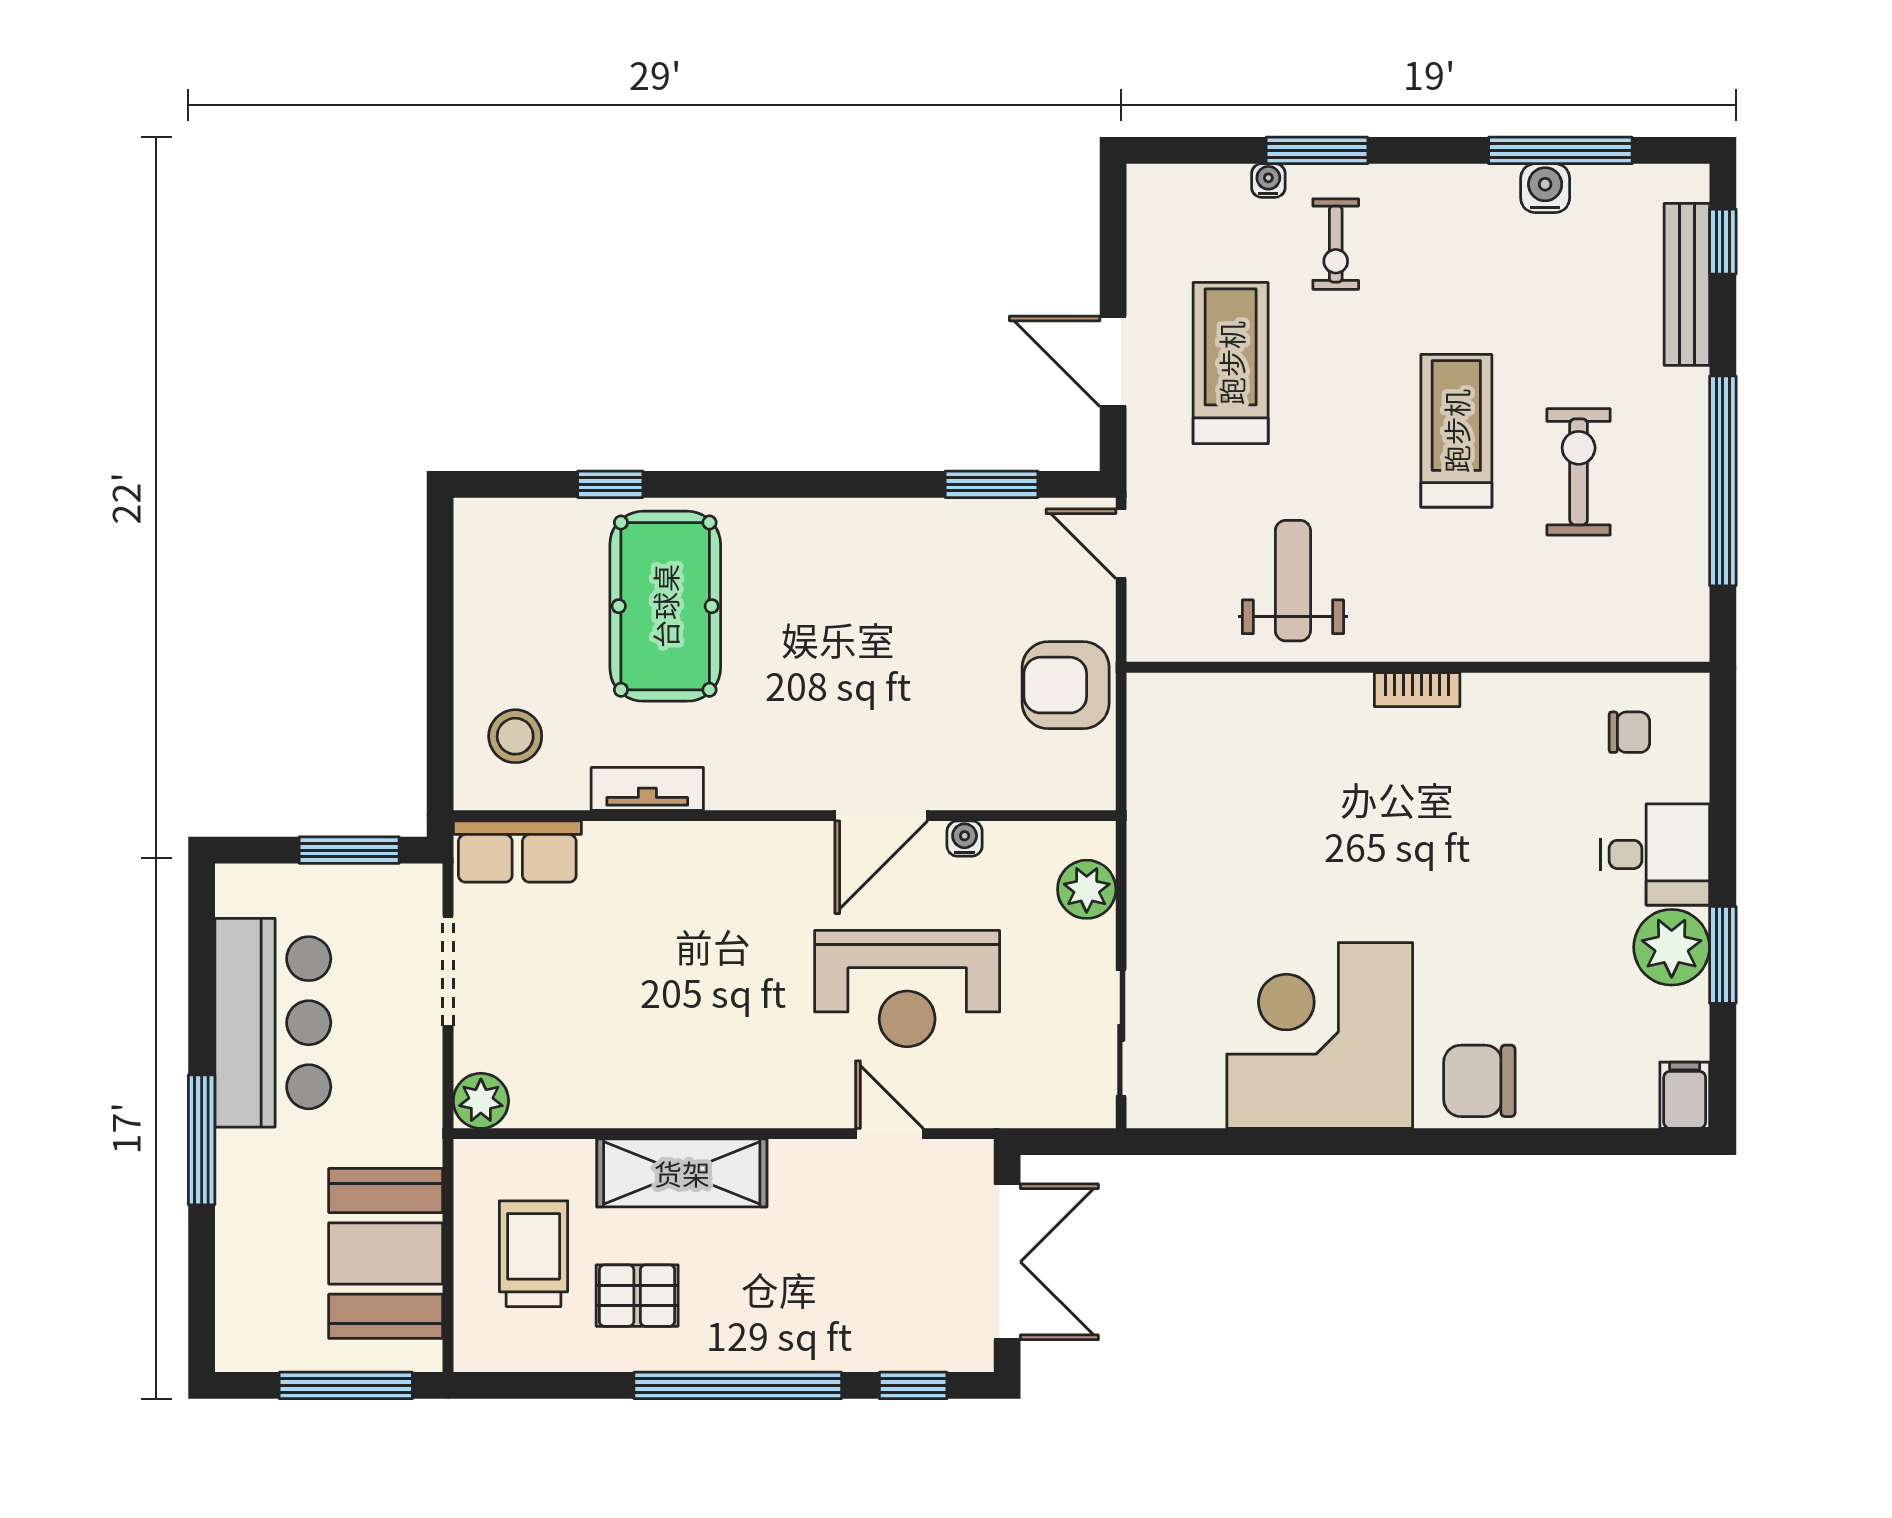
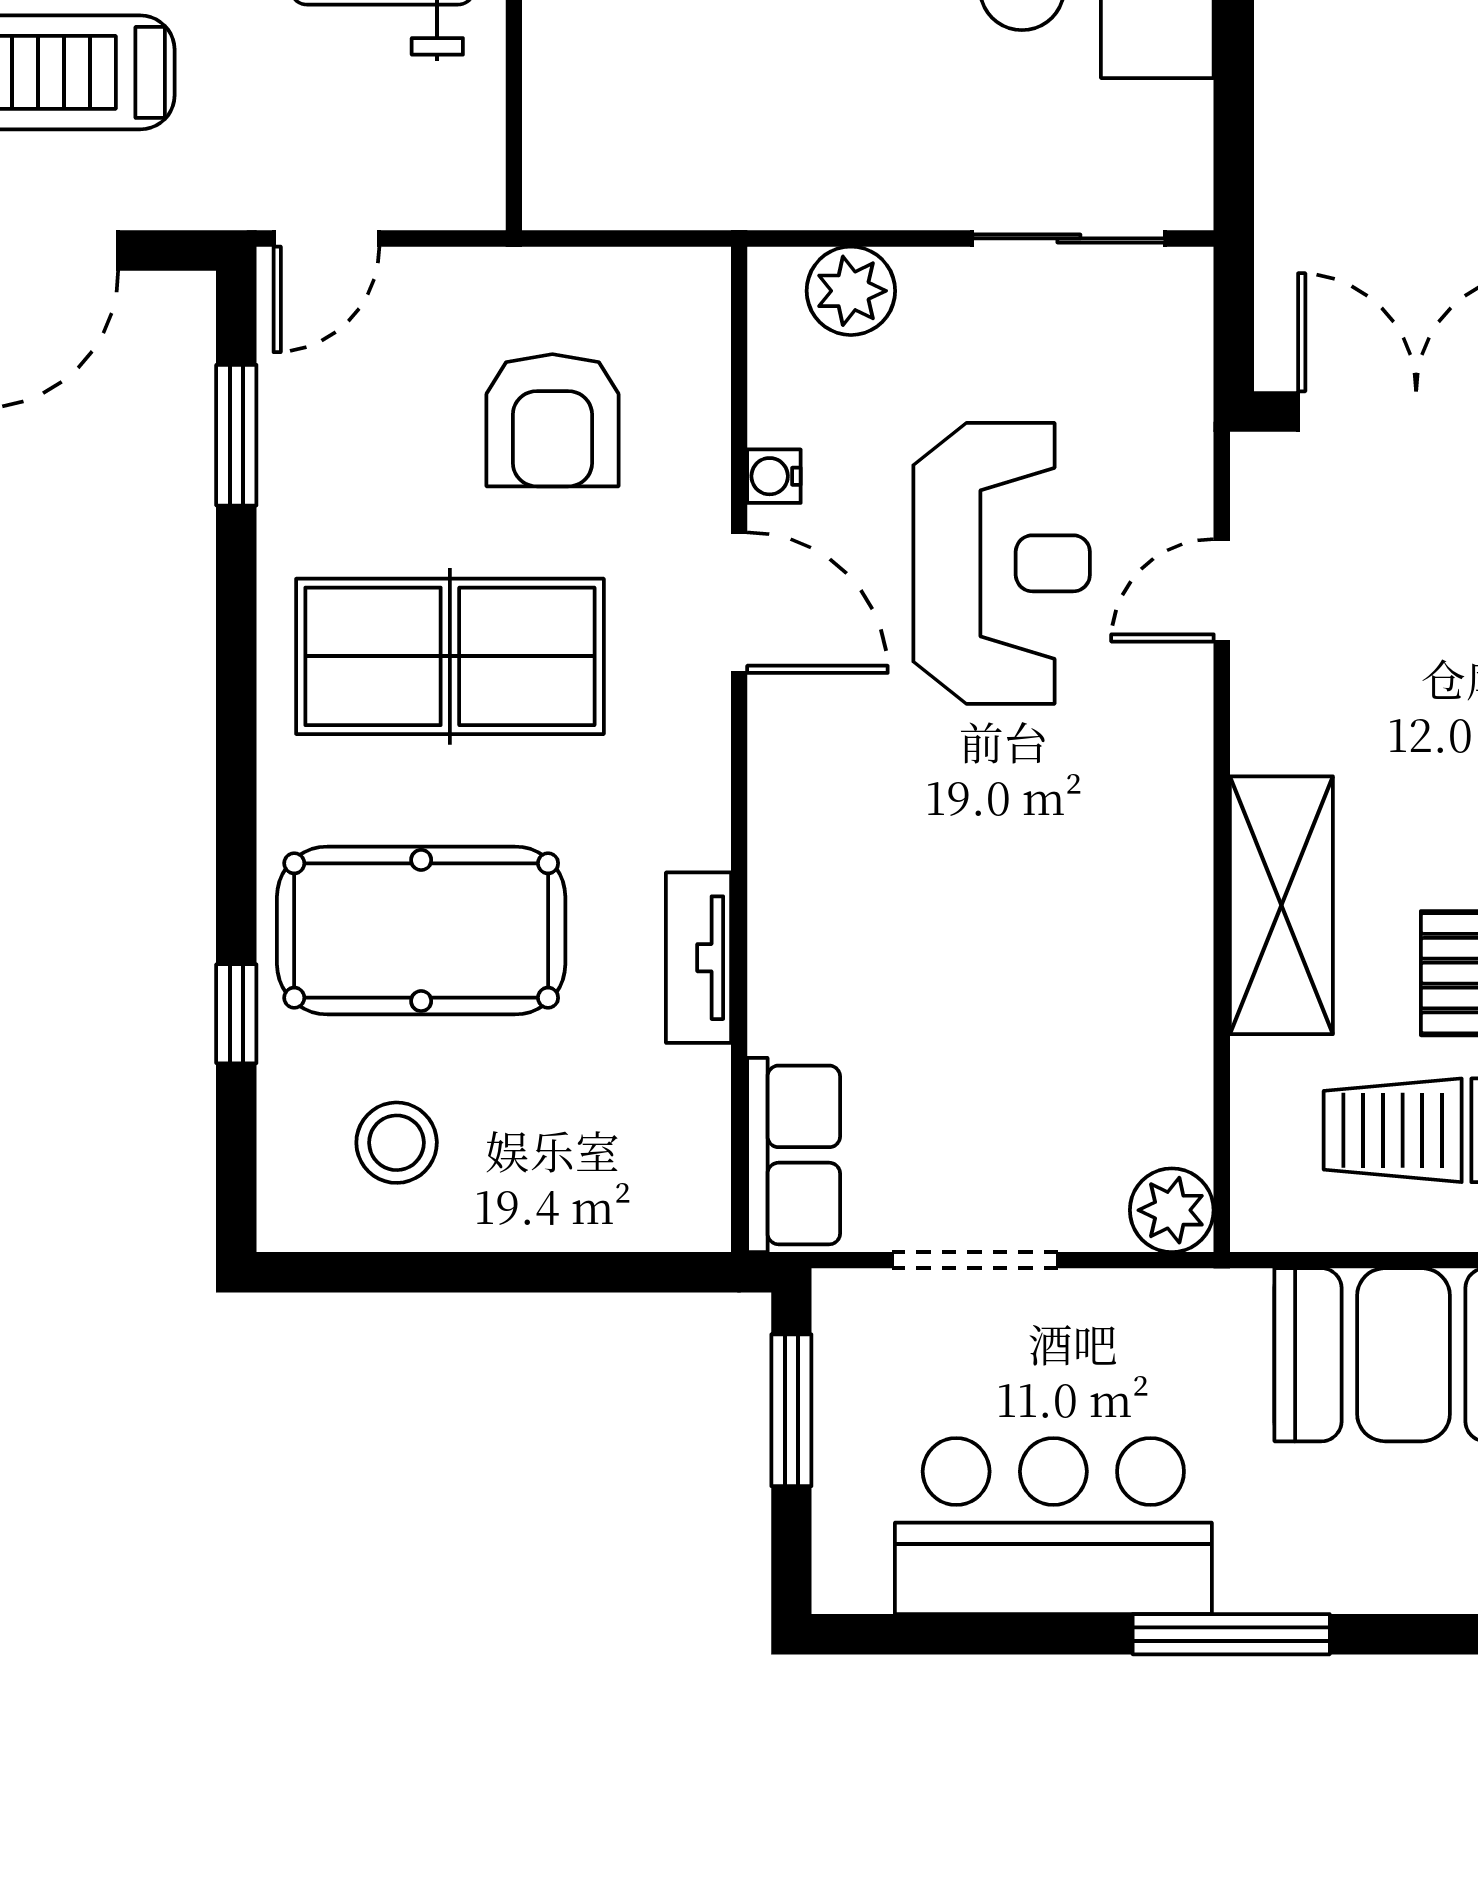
table tennis table: (846, 625) -> (450, 656), added
armchair: (1066, 685) -> (552, 420), moved
stool: (515, 736) -> (397, 1143), moved

